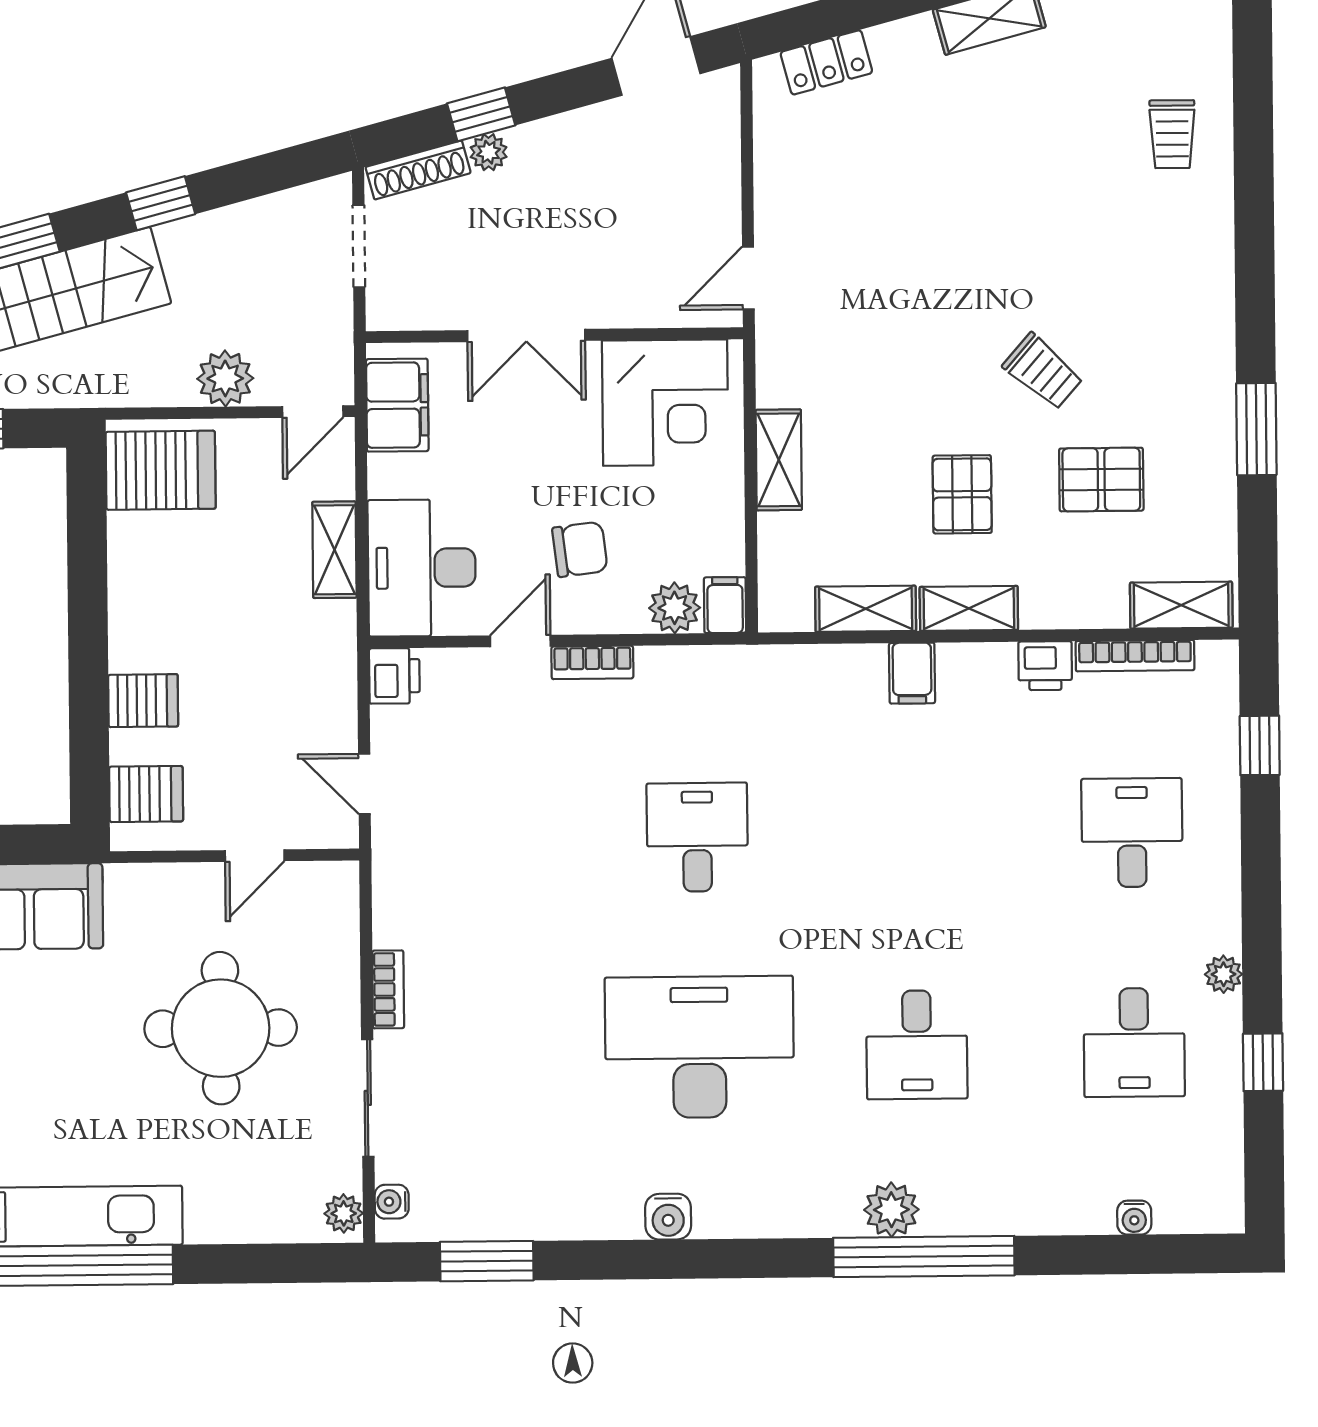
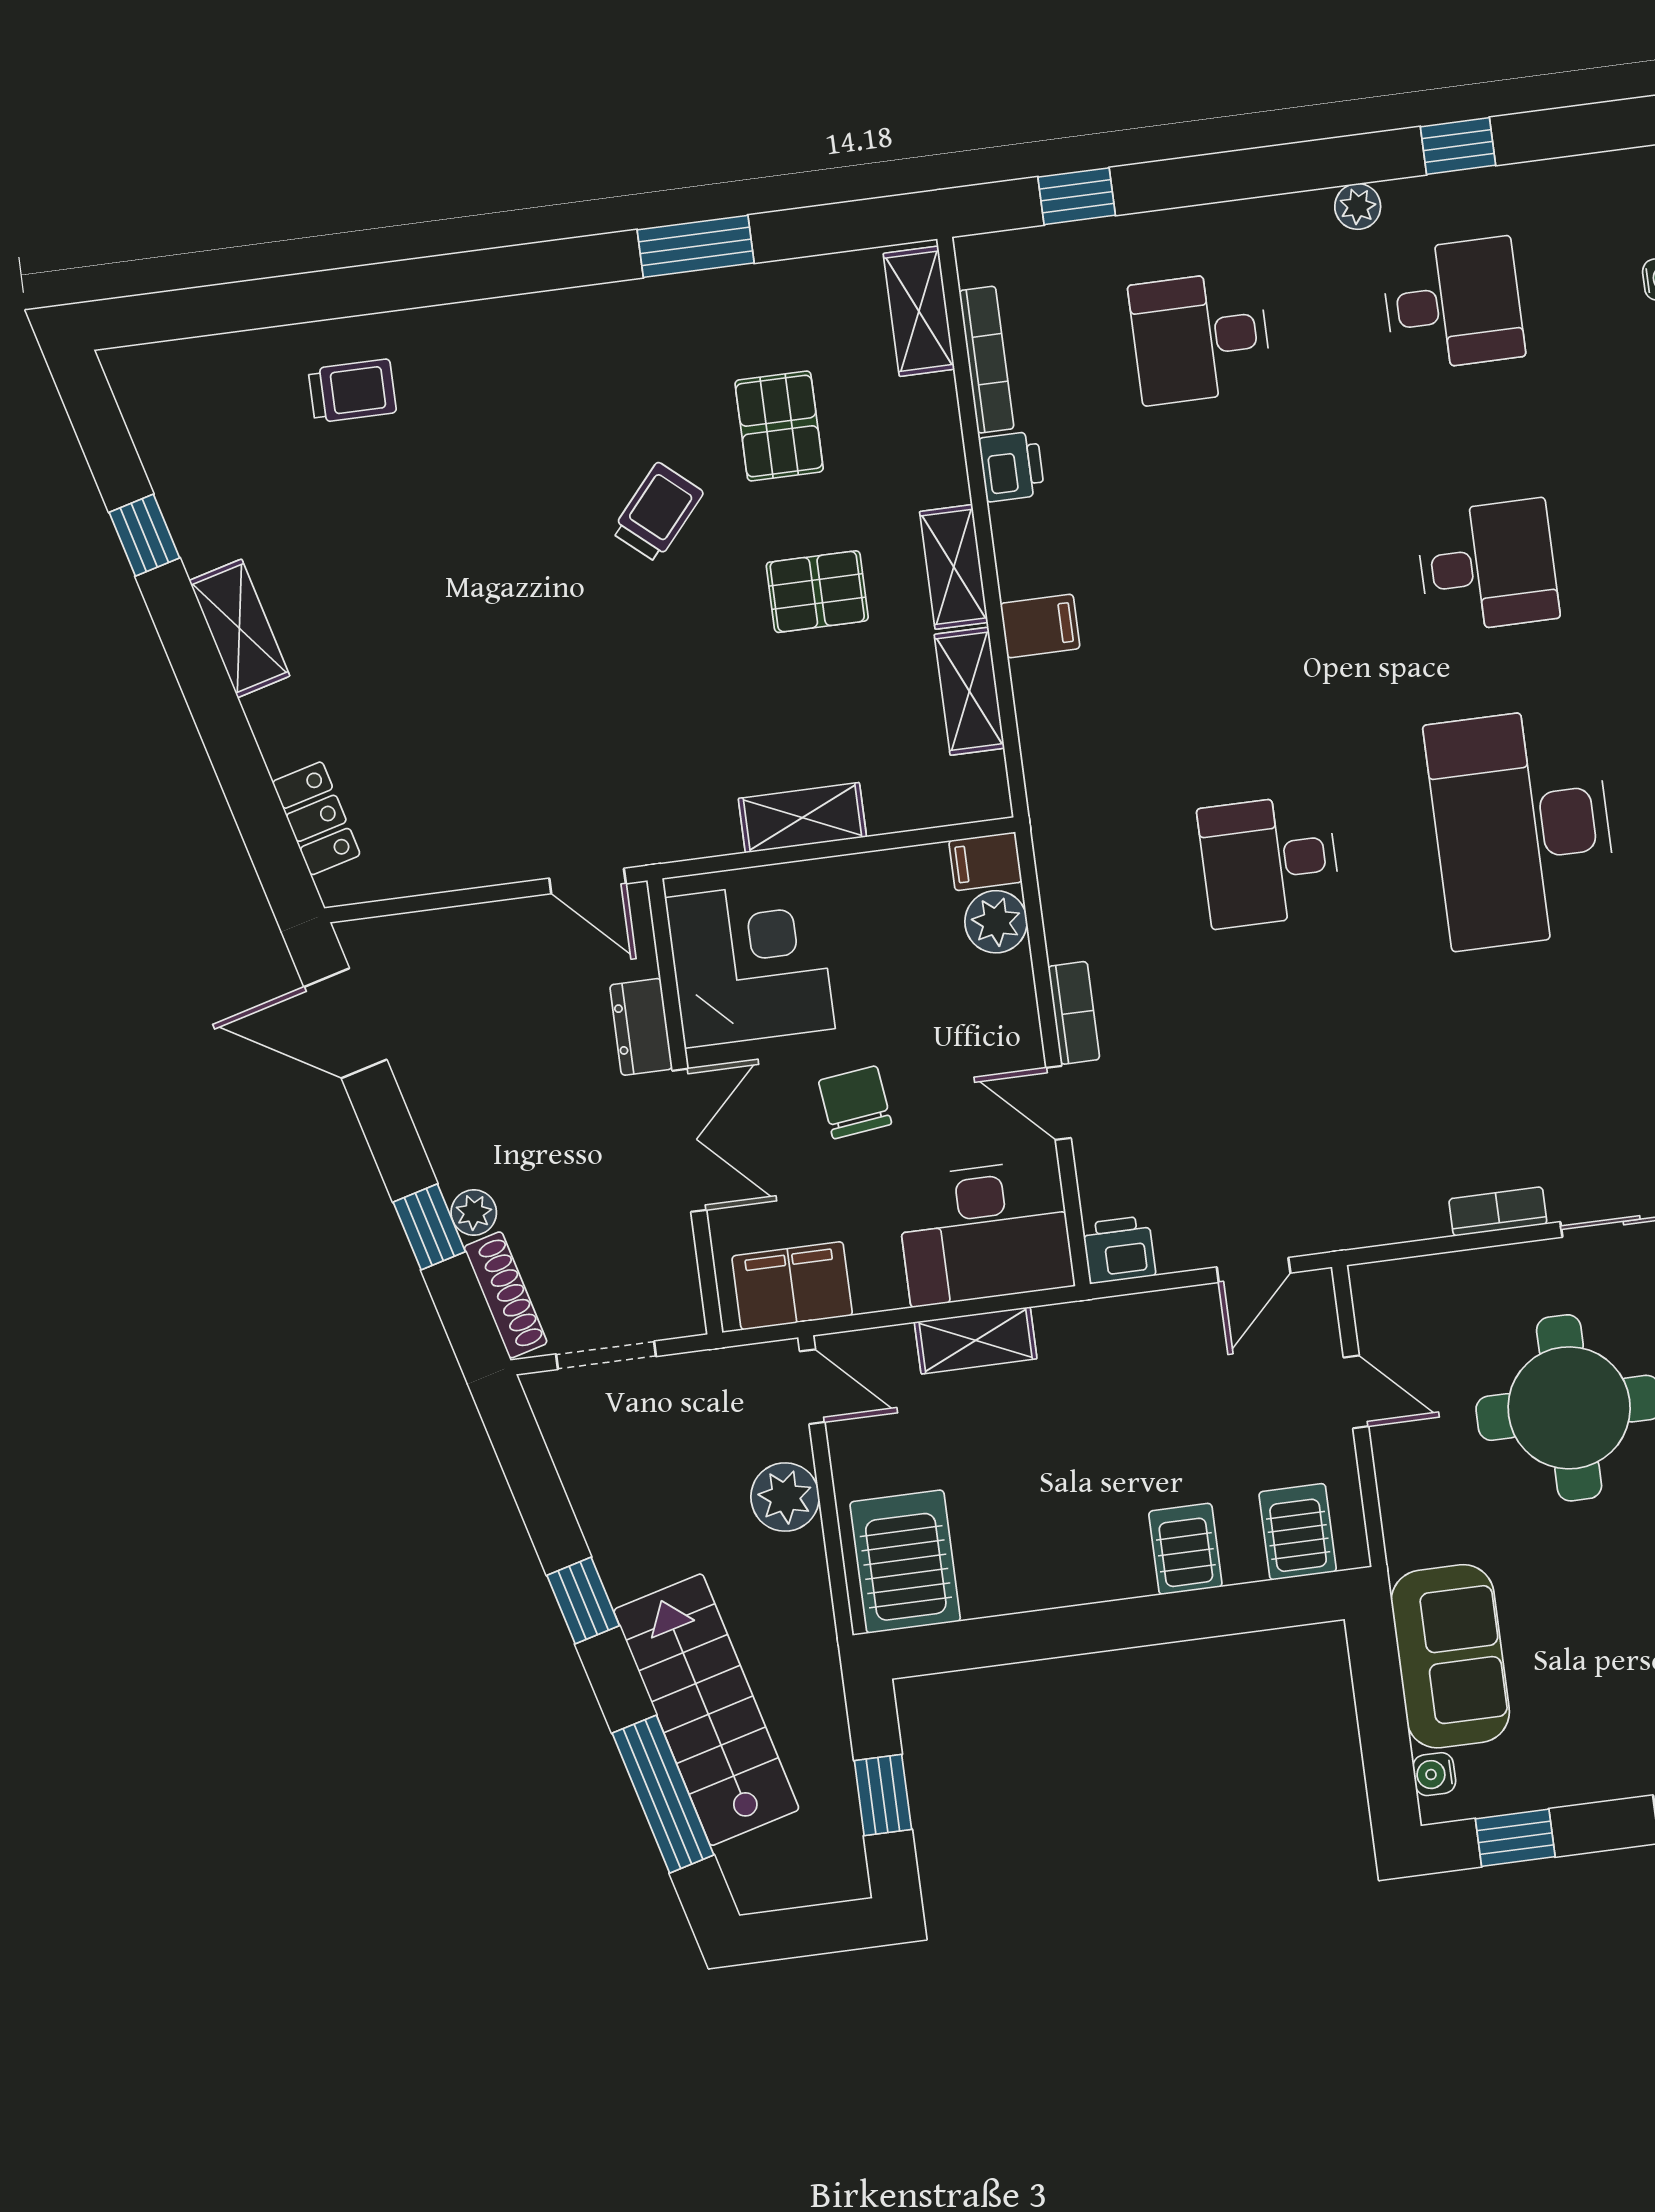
dresser: (624, 307) -> (641, 1027), added
chair: (580, 549) -> (855, 1102), moved

